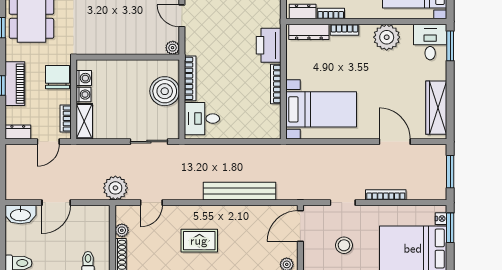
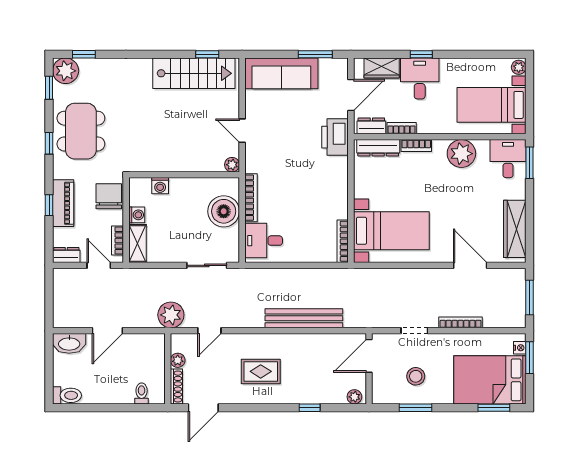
printer: (269, 45) -> (335, 137), moved
washing machine: (84, 78) -> (160, 186), moved, turned 90
bookcase: (276, 84) -> (343, 241), moved
door: (48, 142) -> (99, 265), swing flipped

